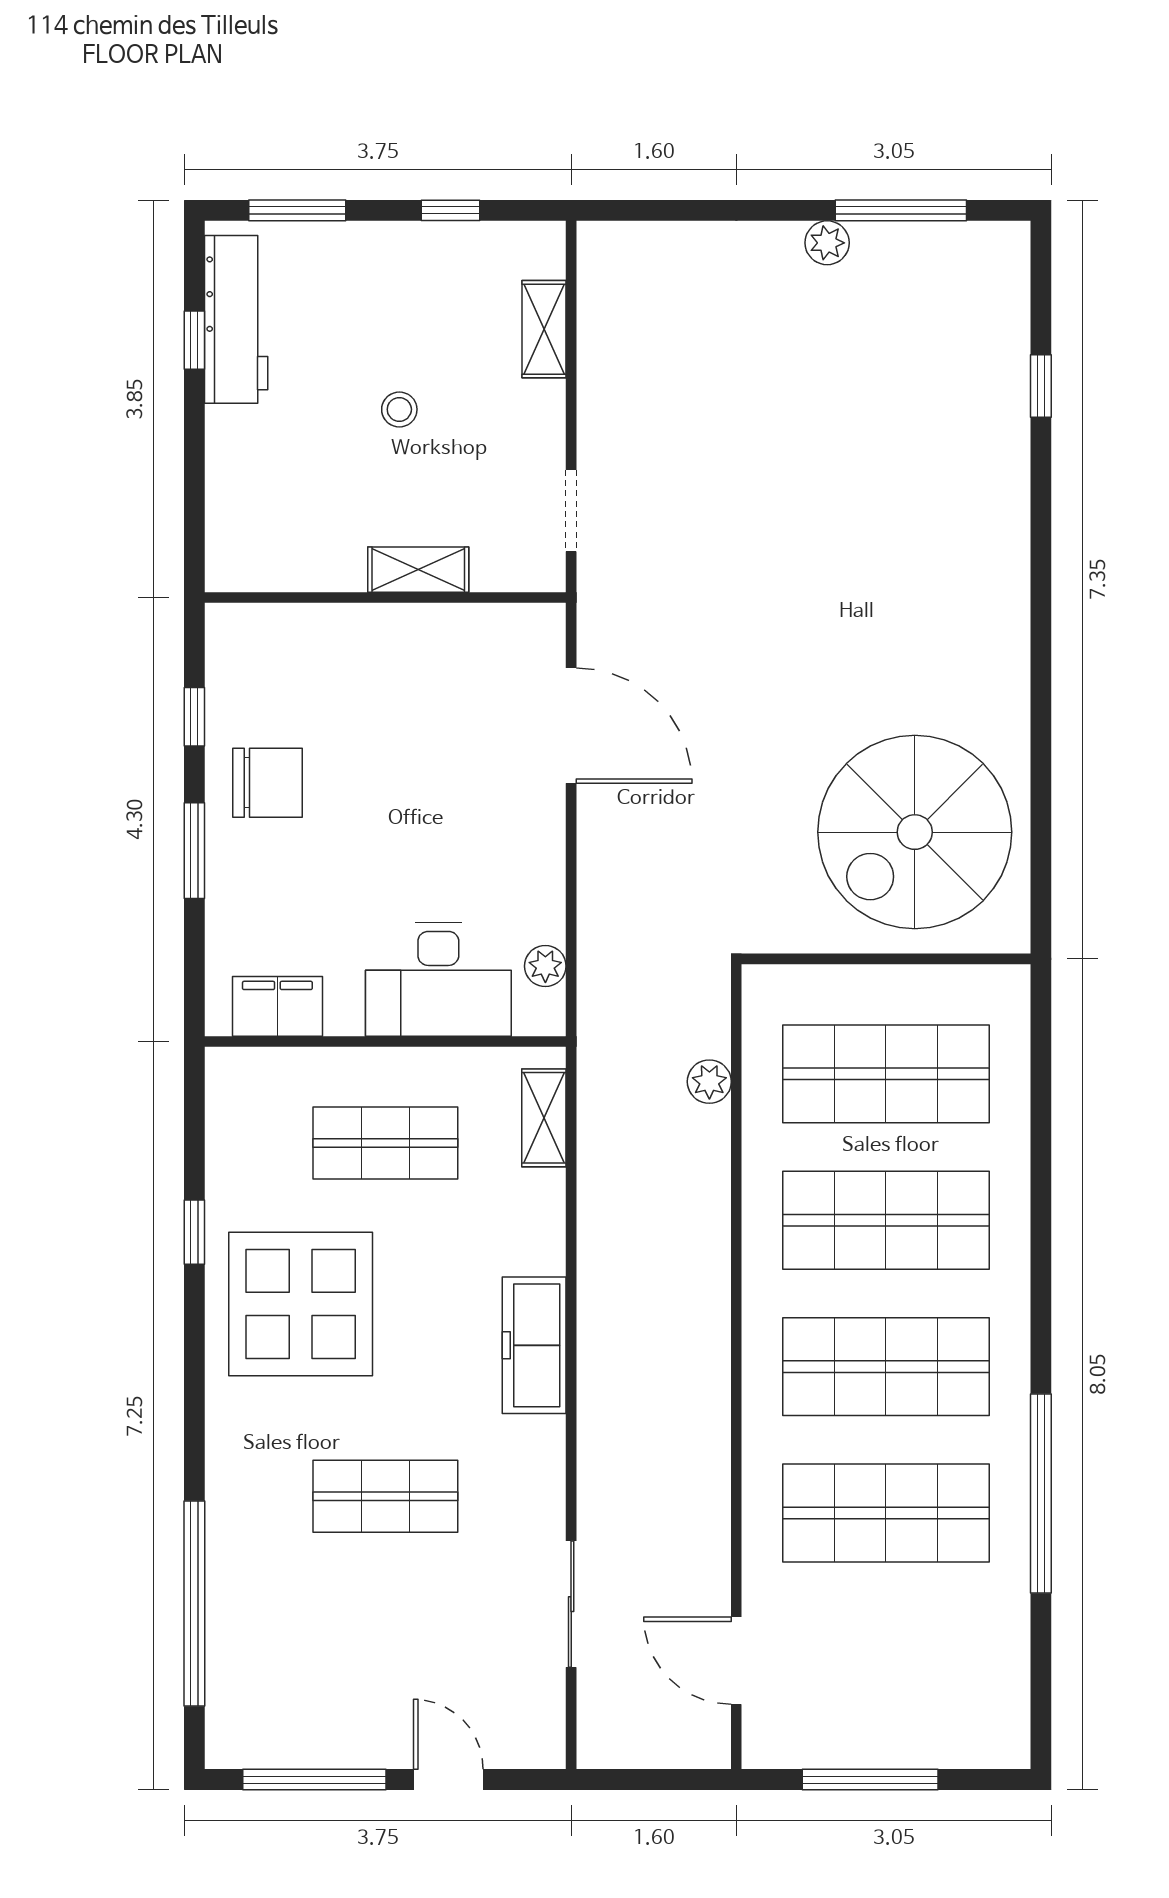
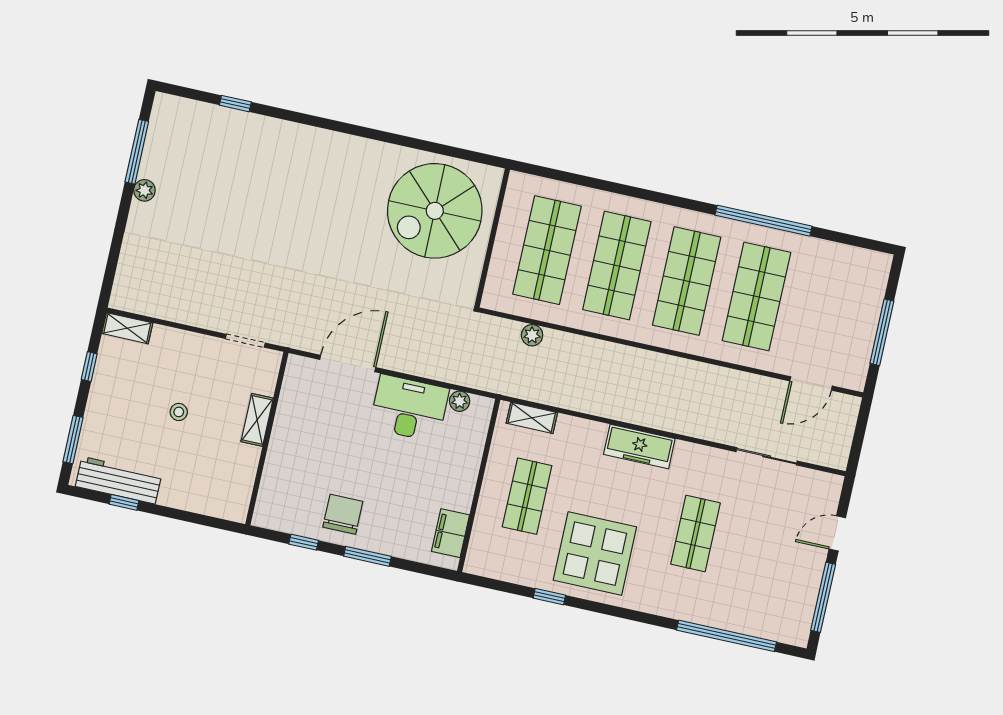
shelving: (544, 329) -> (127, 328), moved
spiral stairs: (915, 832) -> (435, 211), turned 90
desk: (438, 979) -> (409, 408), moved, turned -90

